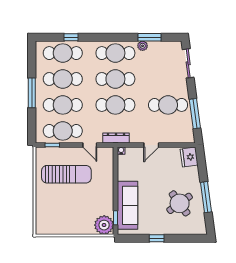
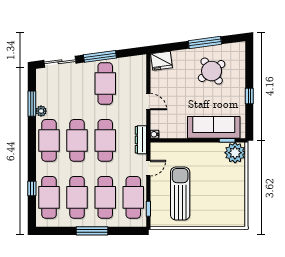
window: (195, 114) -> (100, 56), moved

